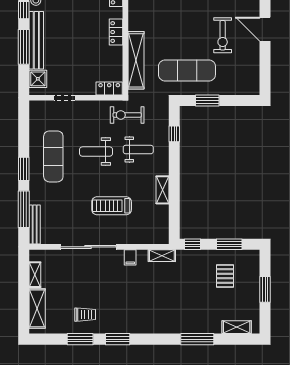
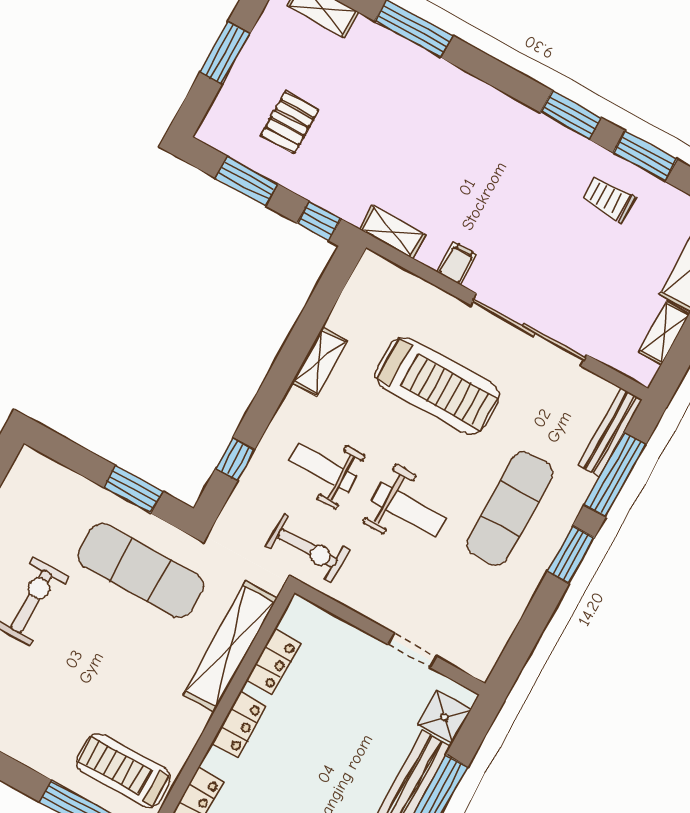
locker: (109, 88) -> (273, 662), moved, turned -90
exercise mat: (53, 156) -> (510, 509), moved
treadmill: (112, 206) -> (437, 386), width x1.37, depth x1.38

